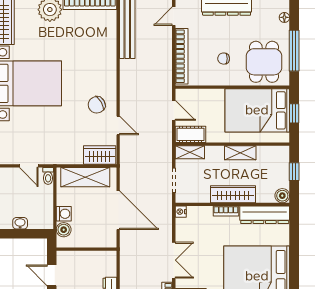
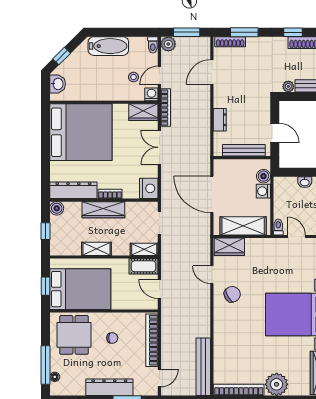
window: (294, 51) -> (46, 365), moved
nightstand: (181, 212) -> (149, 188), width x1.89, depth x1.79
bench: (84, 257) -> (244, 150), added

